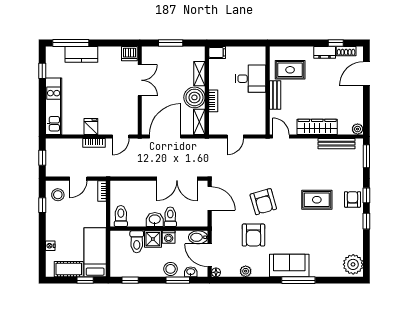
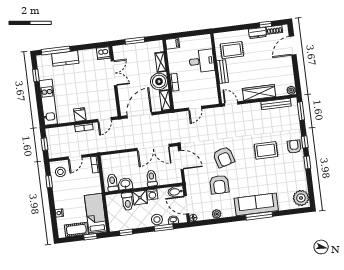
washbasin: (155, 220) -> (125, 184), moved
sofa: (289, 266) -> (256, 204), width x1.36

